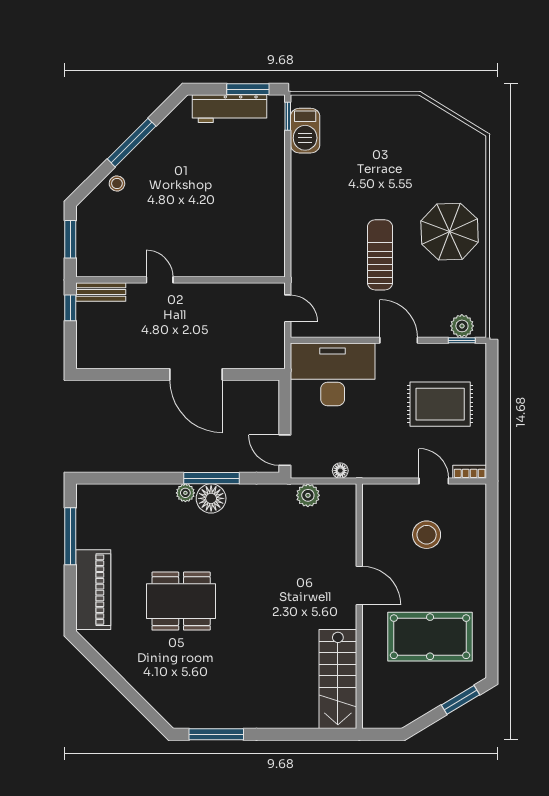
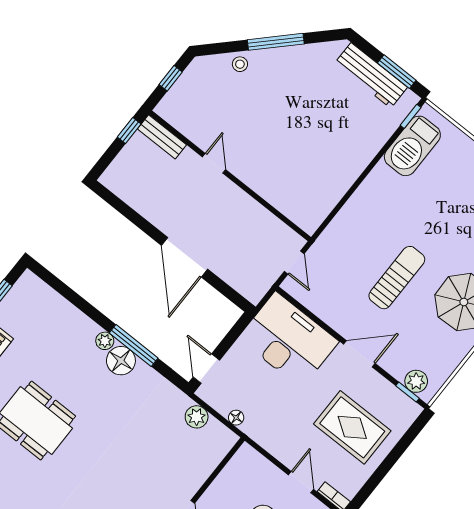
barbecue: (305, 131) -> (412, 146), width x1.37, depth x1.21
window: (70, 239) -> (171, 78), width x0.67
door: (399, 340) -> (359, 354), hinge flipped

